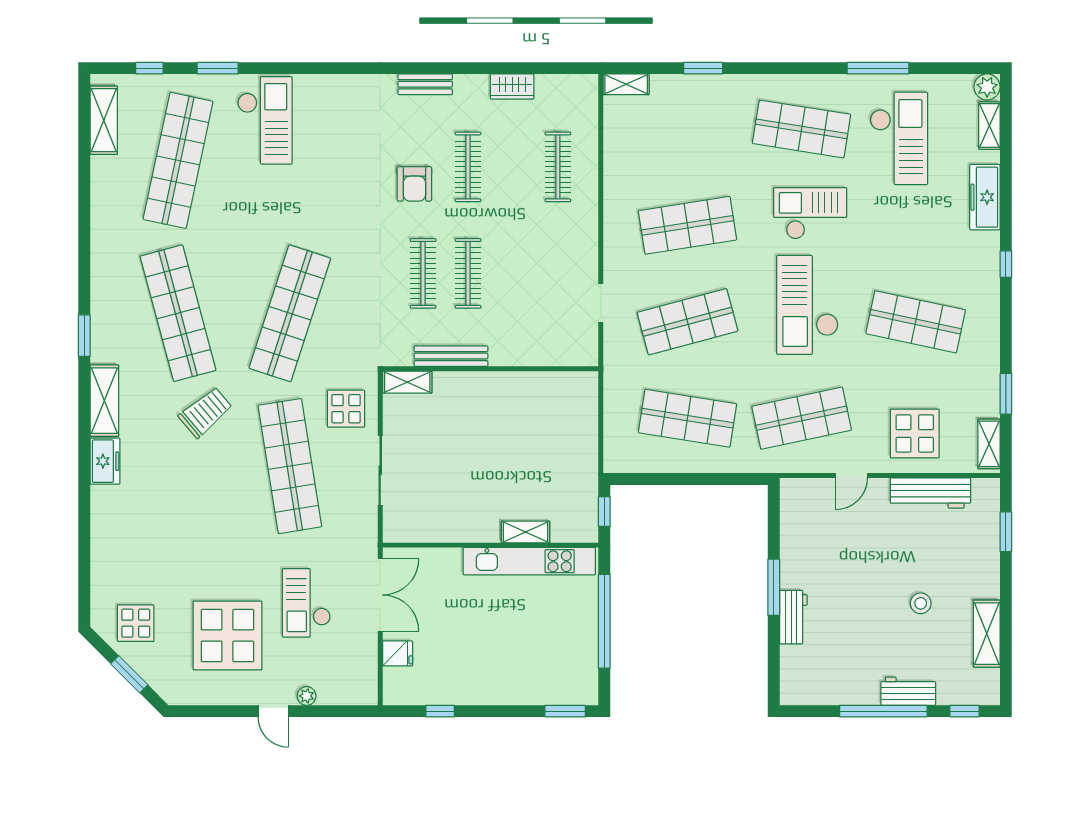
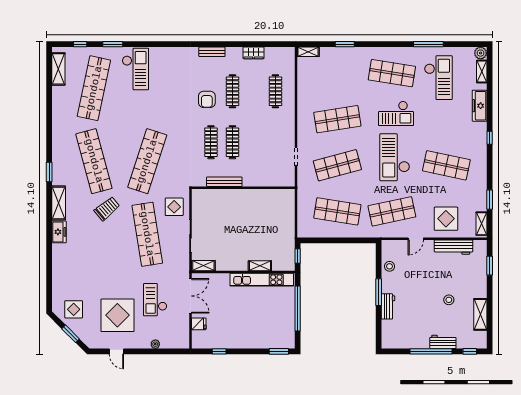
checkout: (810, 213) -> (396, 113), turned 180
shelving: (407, 382) -> (203, 266), moved
stool: (797, 533) -> (389, 266), added
door: (273, 711) -> (116, 351), moved

